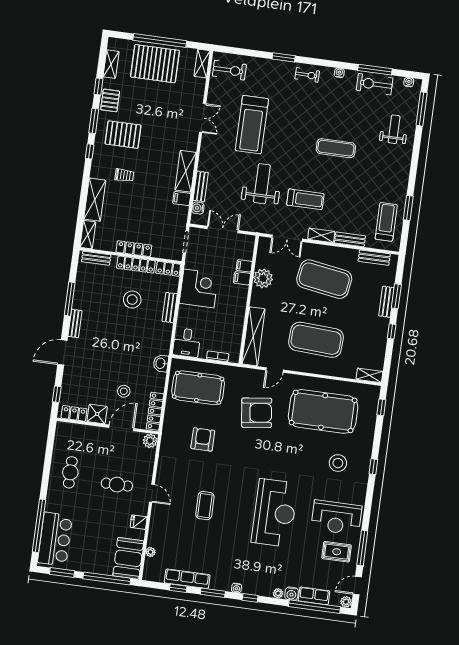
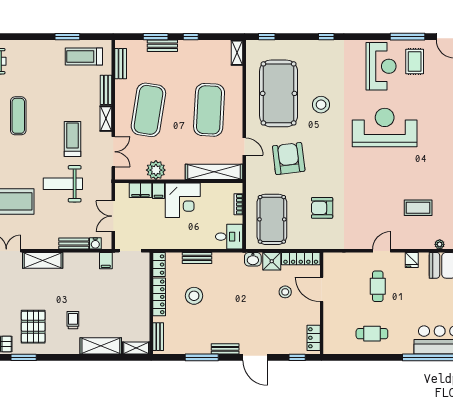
window: (90, 151) -> (54, 357), removed
shelving: (186, 171) -> (43, 260), moved
filing cabinet: (182, 198) -> (106, 261), moved
locker: (134, 249) -> (144, 301), removed
filing cabinet: (244, 266) -> (140, 190), width x2.00
corner desk: (199, 288) -> (183, 200), moved, turned 180
shower: (97, 414) -> (272, 261), moved
plant: (150, 441) -> (330, 259), removed
stool: (338, 463) -> (321, 105), moved
coffee table: (205, 506) -> (418, 208), moved

